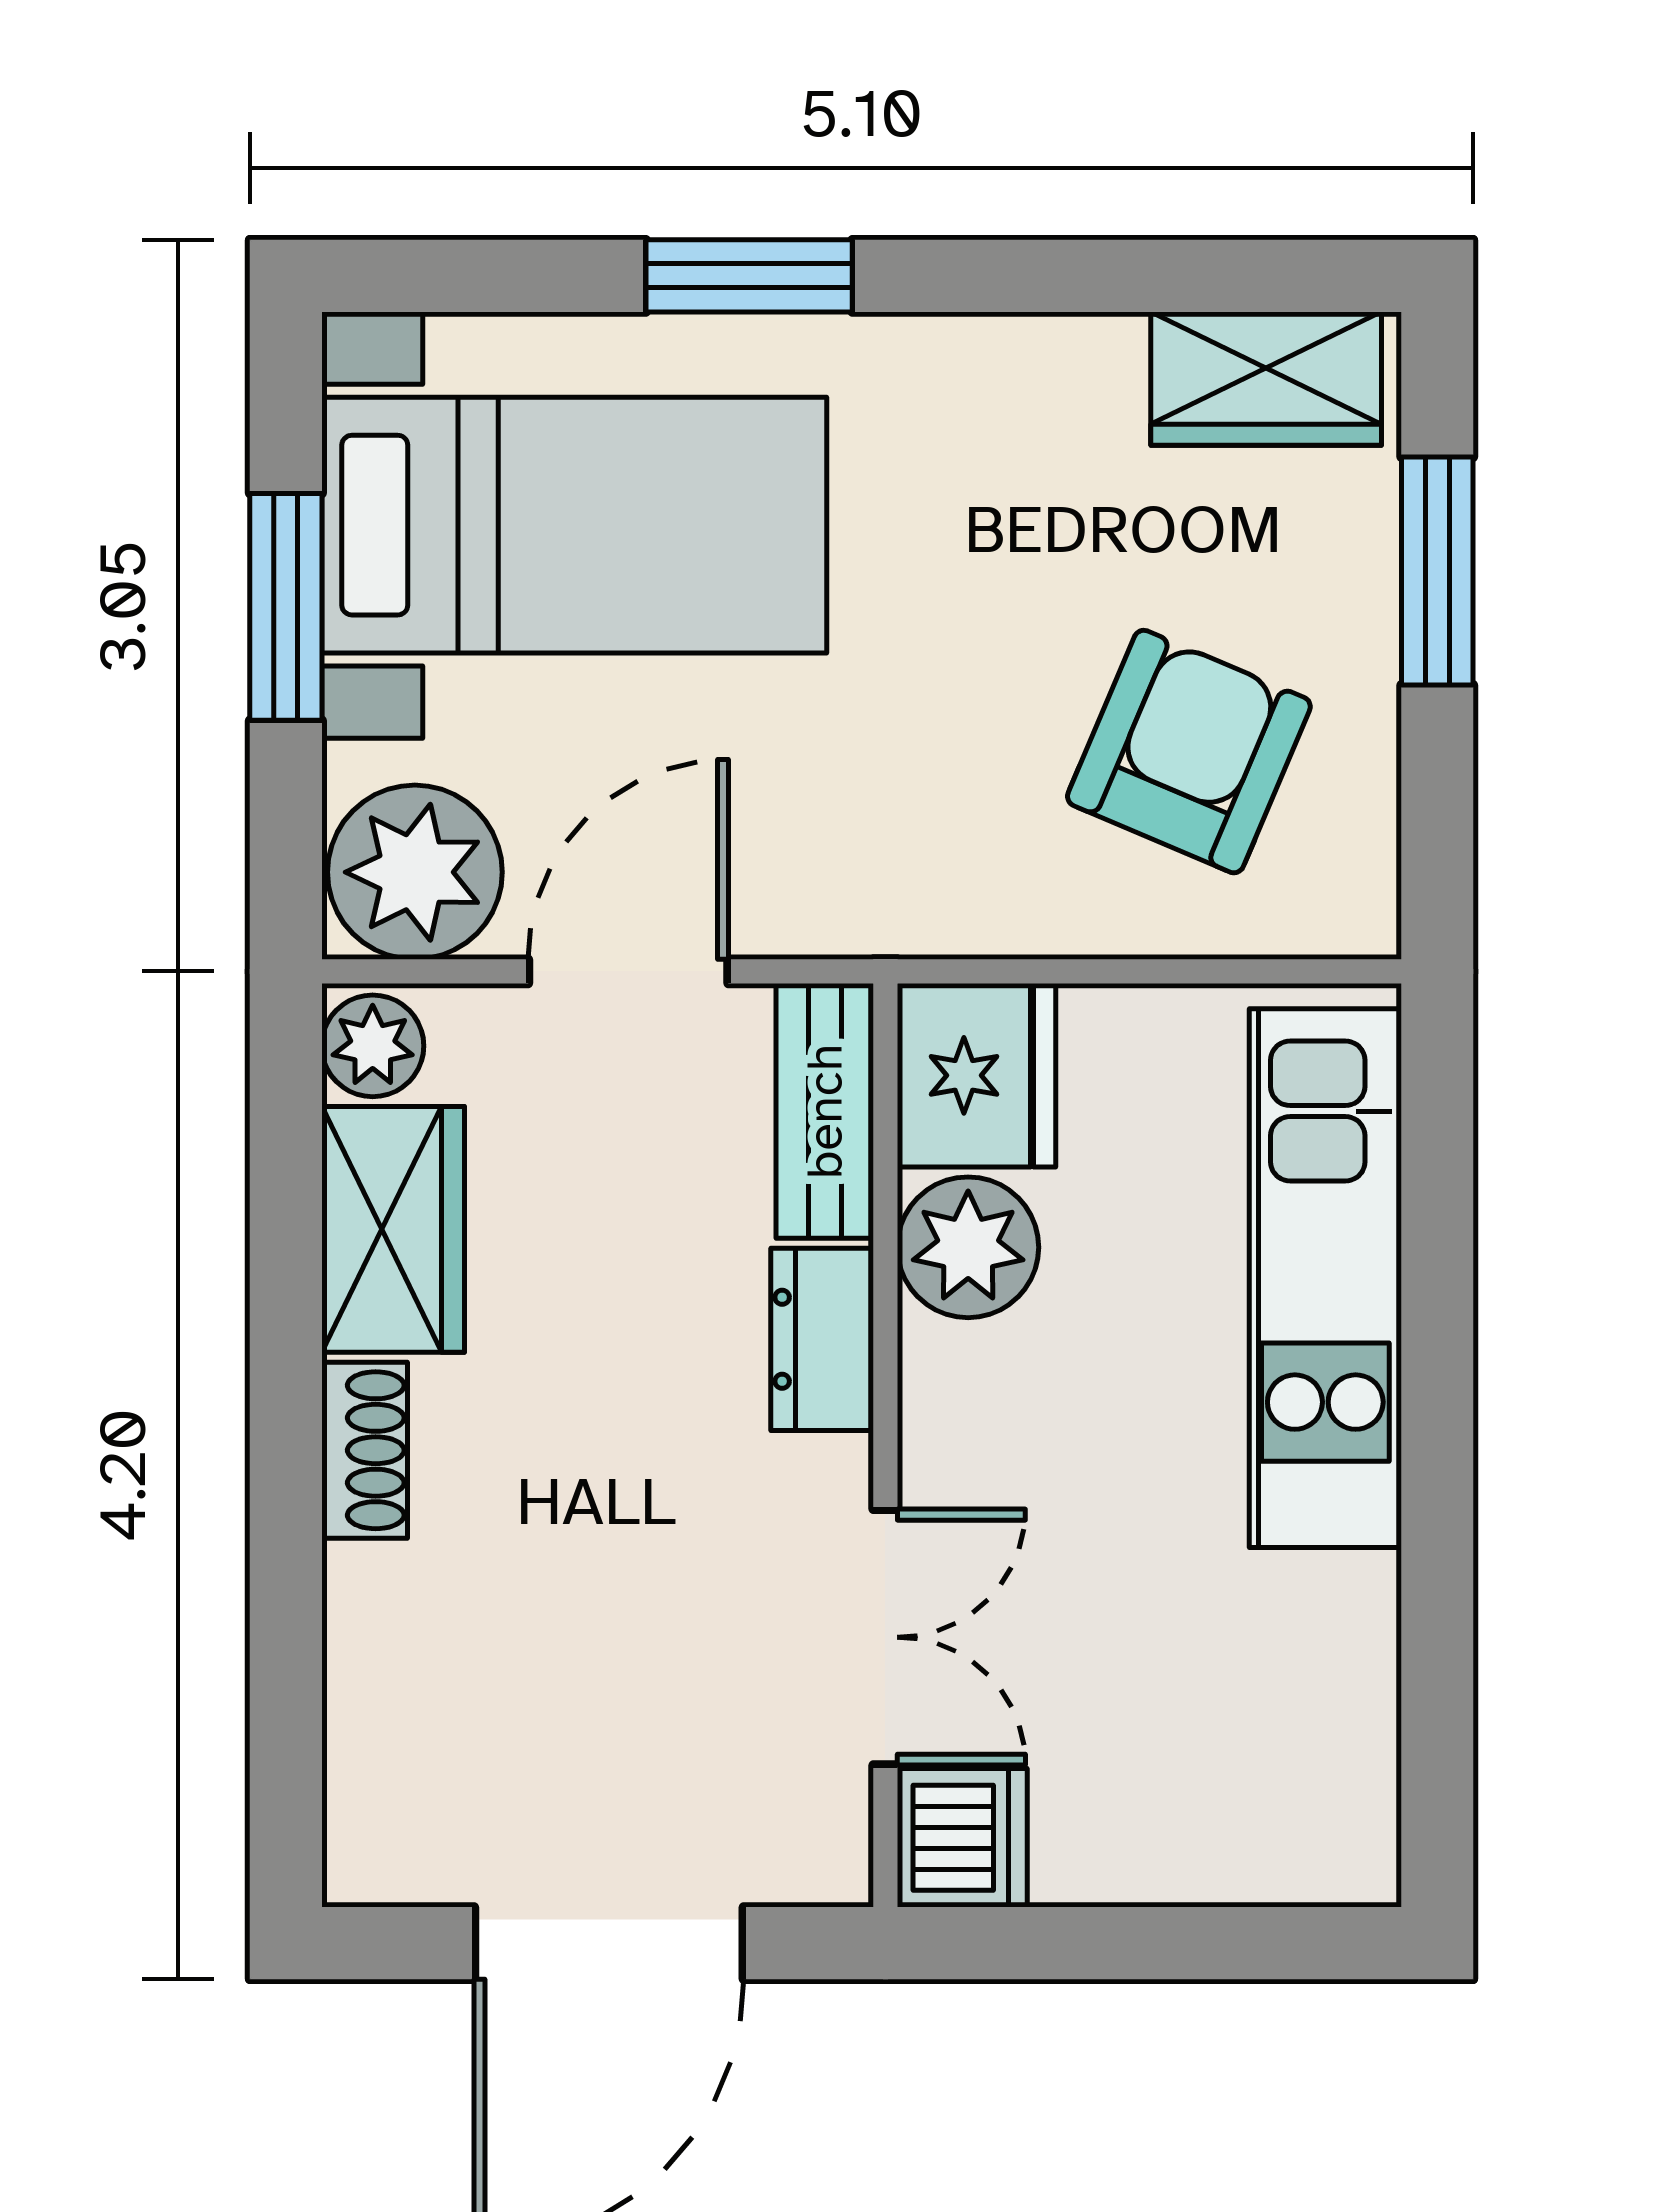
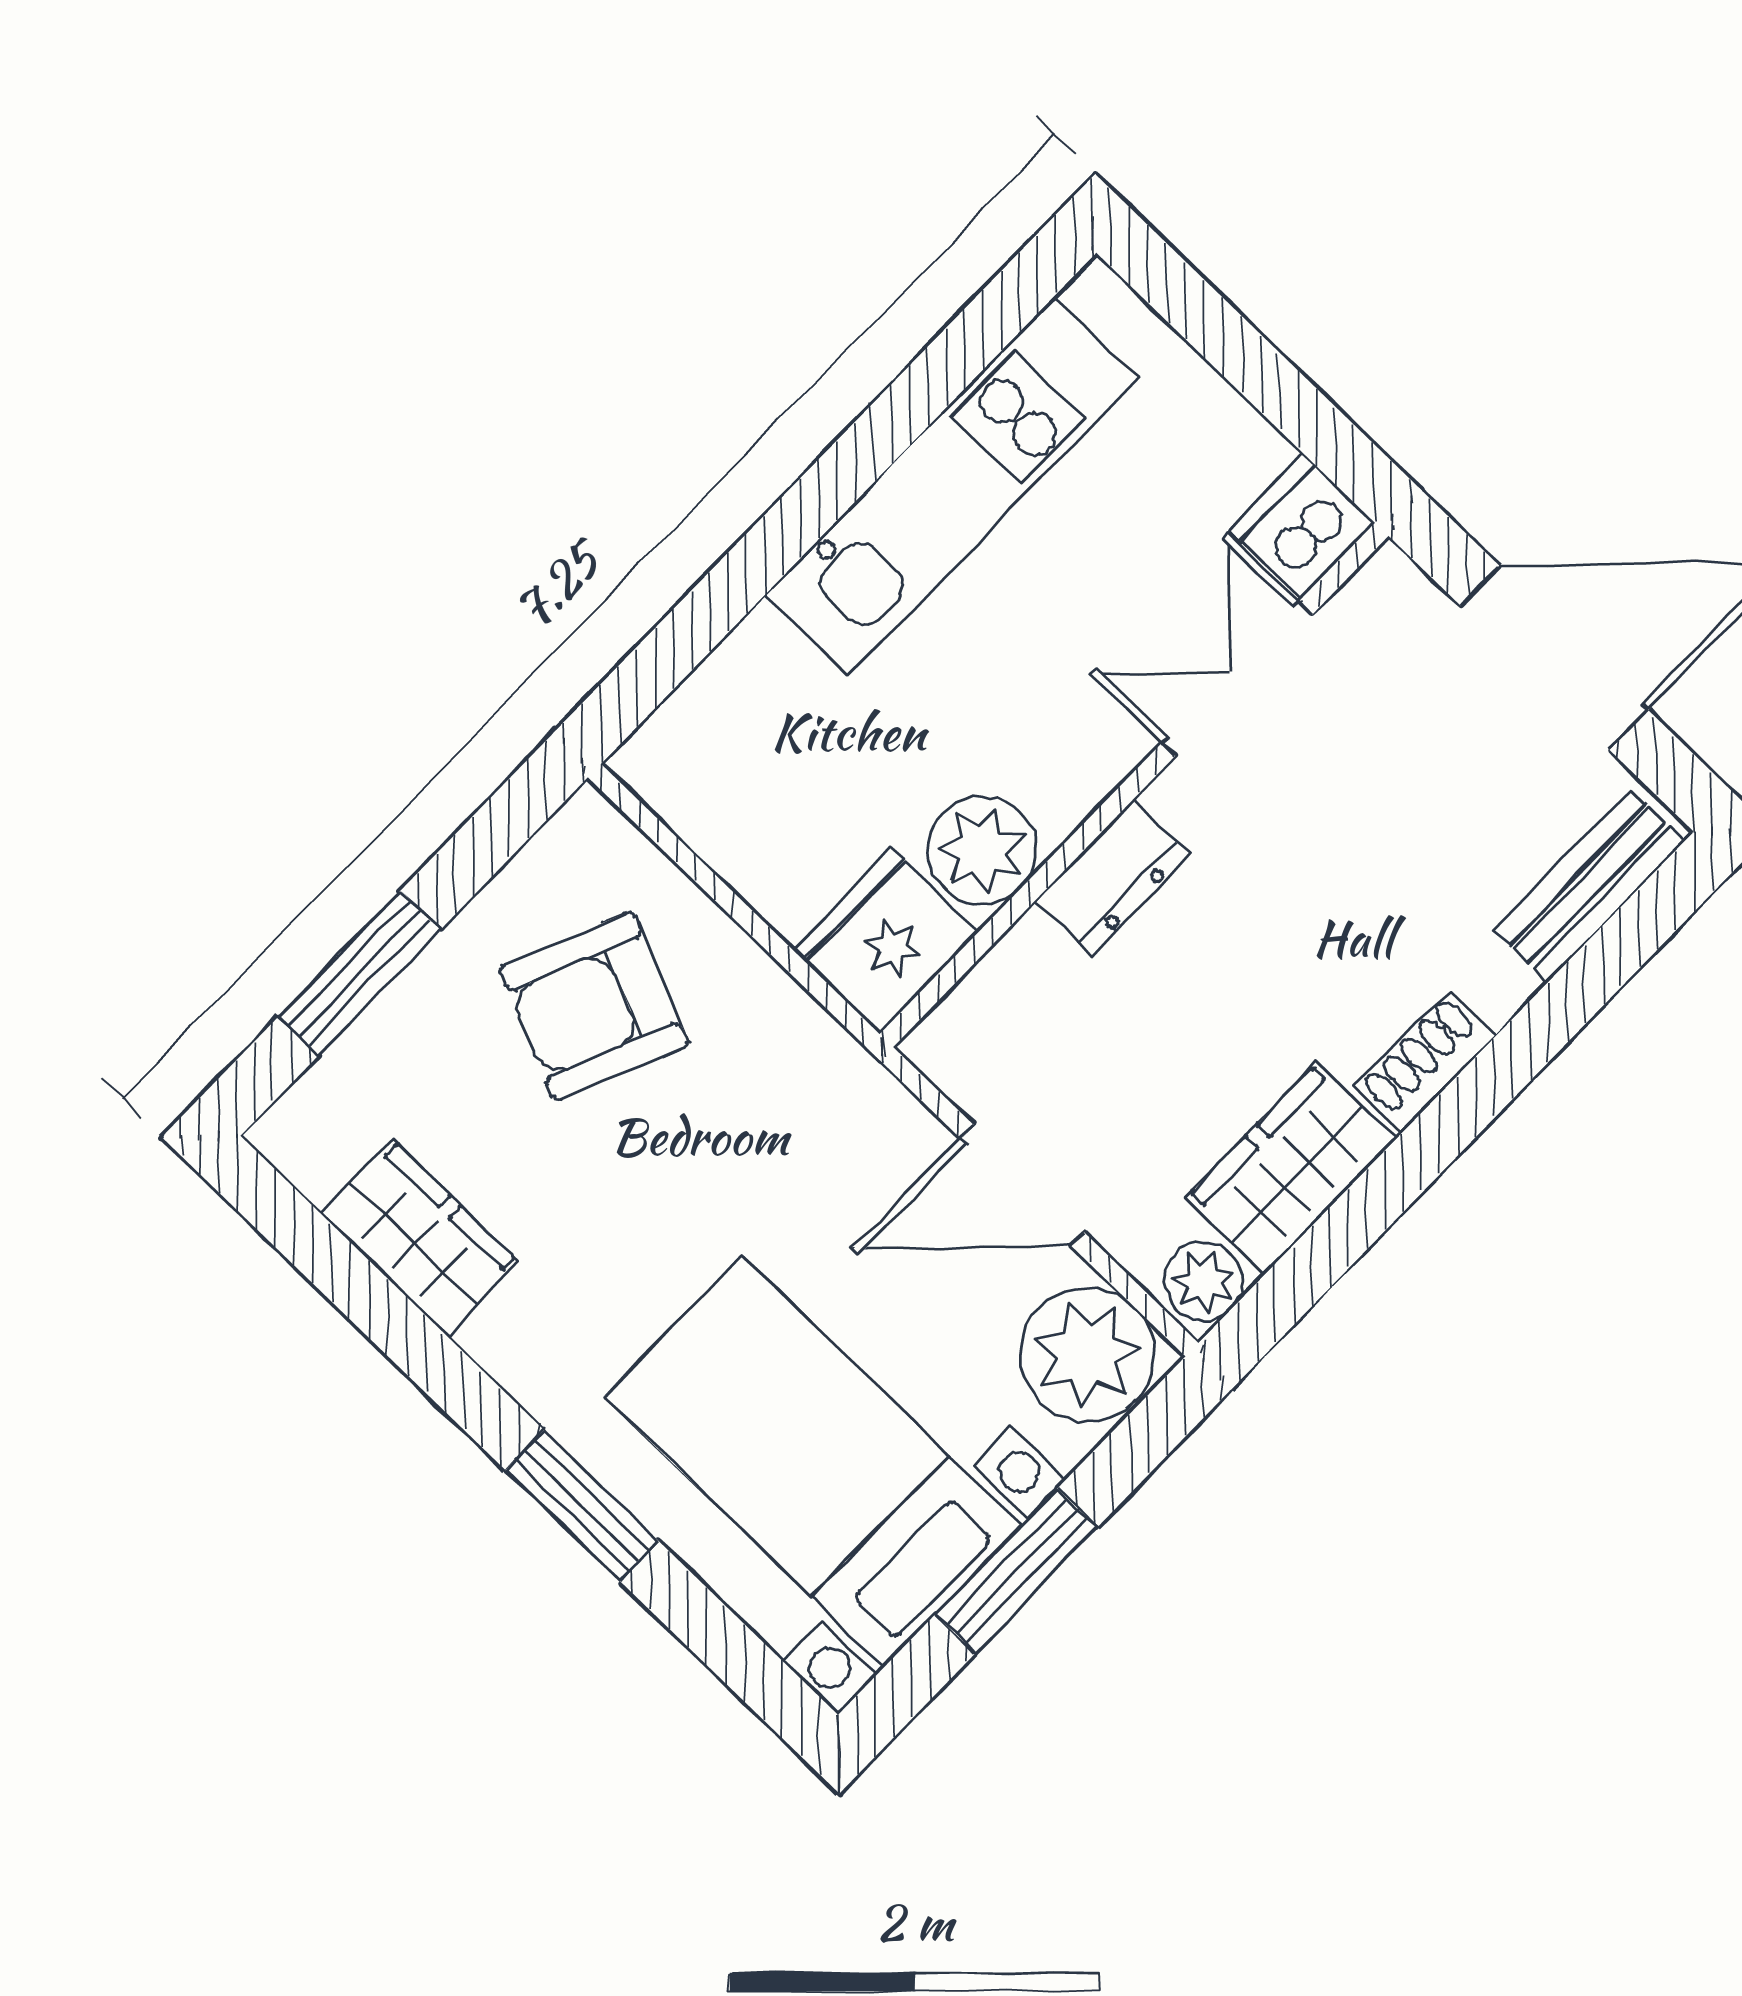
wardrobe: (1266, 379) -> (420, 1238), moved
bench: (825, 1111) -> (1589, 886), moved
kitchen unit: (1325, 1278) -> (952, 486), moved

